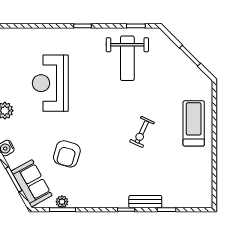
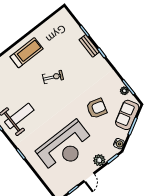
reception desk: (50, 83) -> (65, 147), width x1.36, depth x1.30
treadmill: (194, 123) -> (27, 53), turned 180

